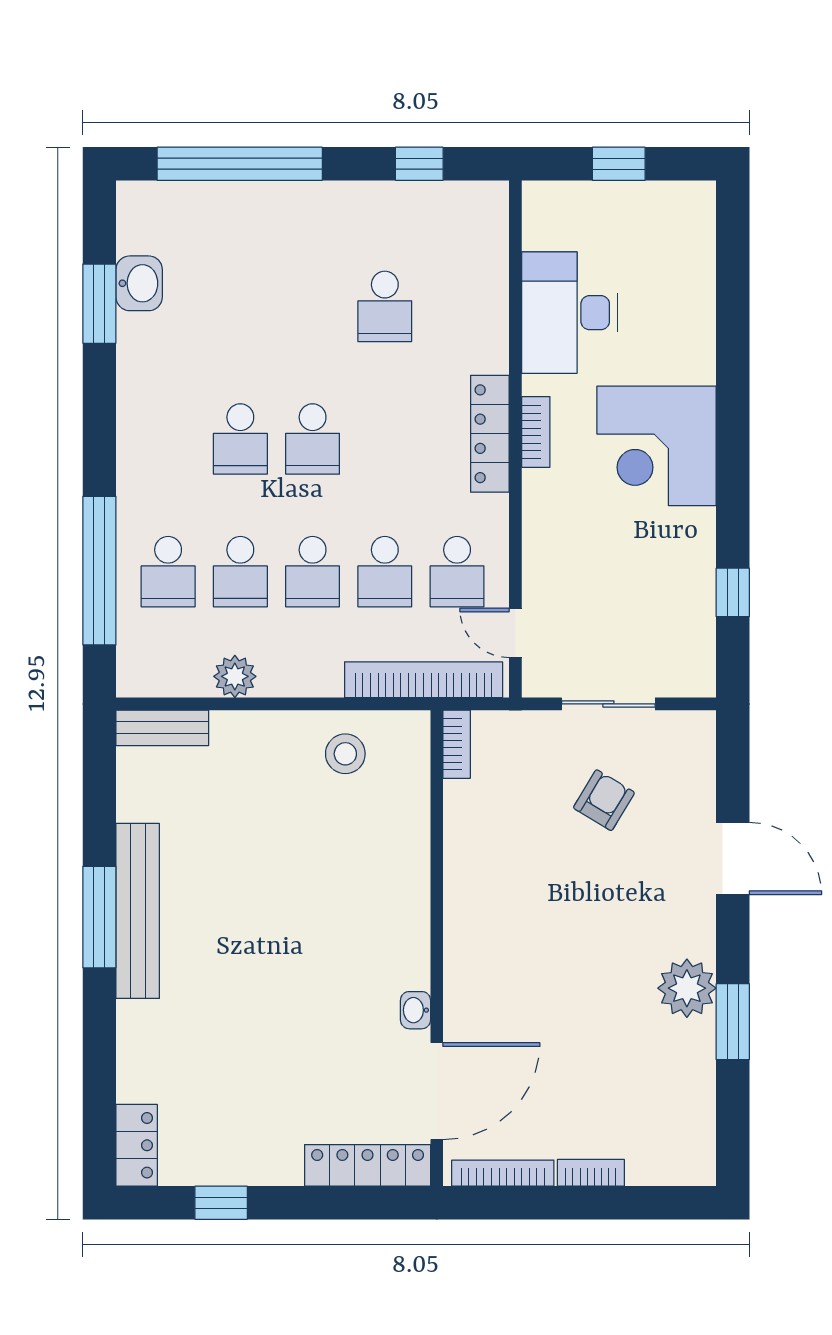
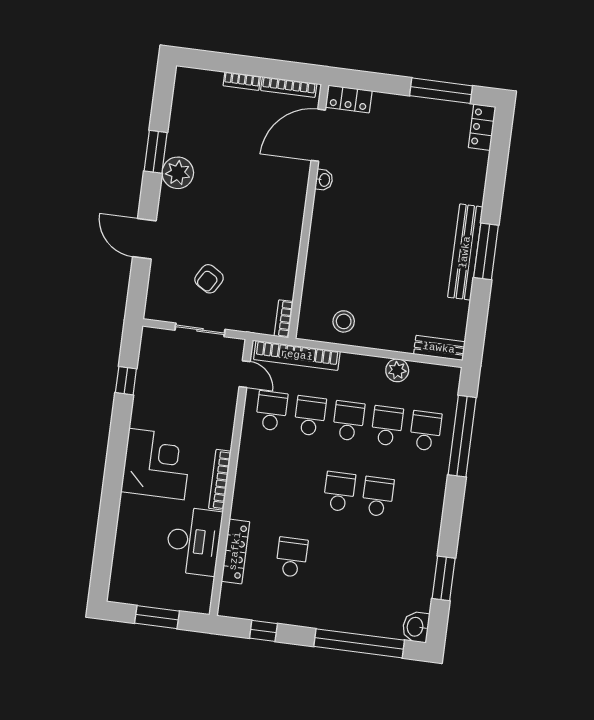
window: (619, 164) -> (157, 617), width x1.50
washbasin: (139, 283) -> (416, 627), moved
bookcase: (536, 432) -> (220, 480), width x1.56
locker: (490, 434) -> (235, 551), moved
locker: (368, 1165) -> (349, 99), width x0.66
window: (221, 1203) -> (441, 91), width x2.17

